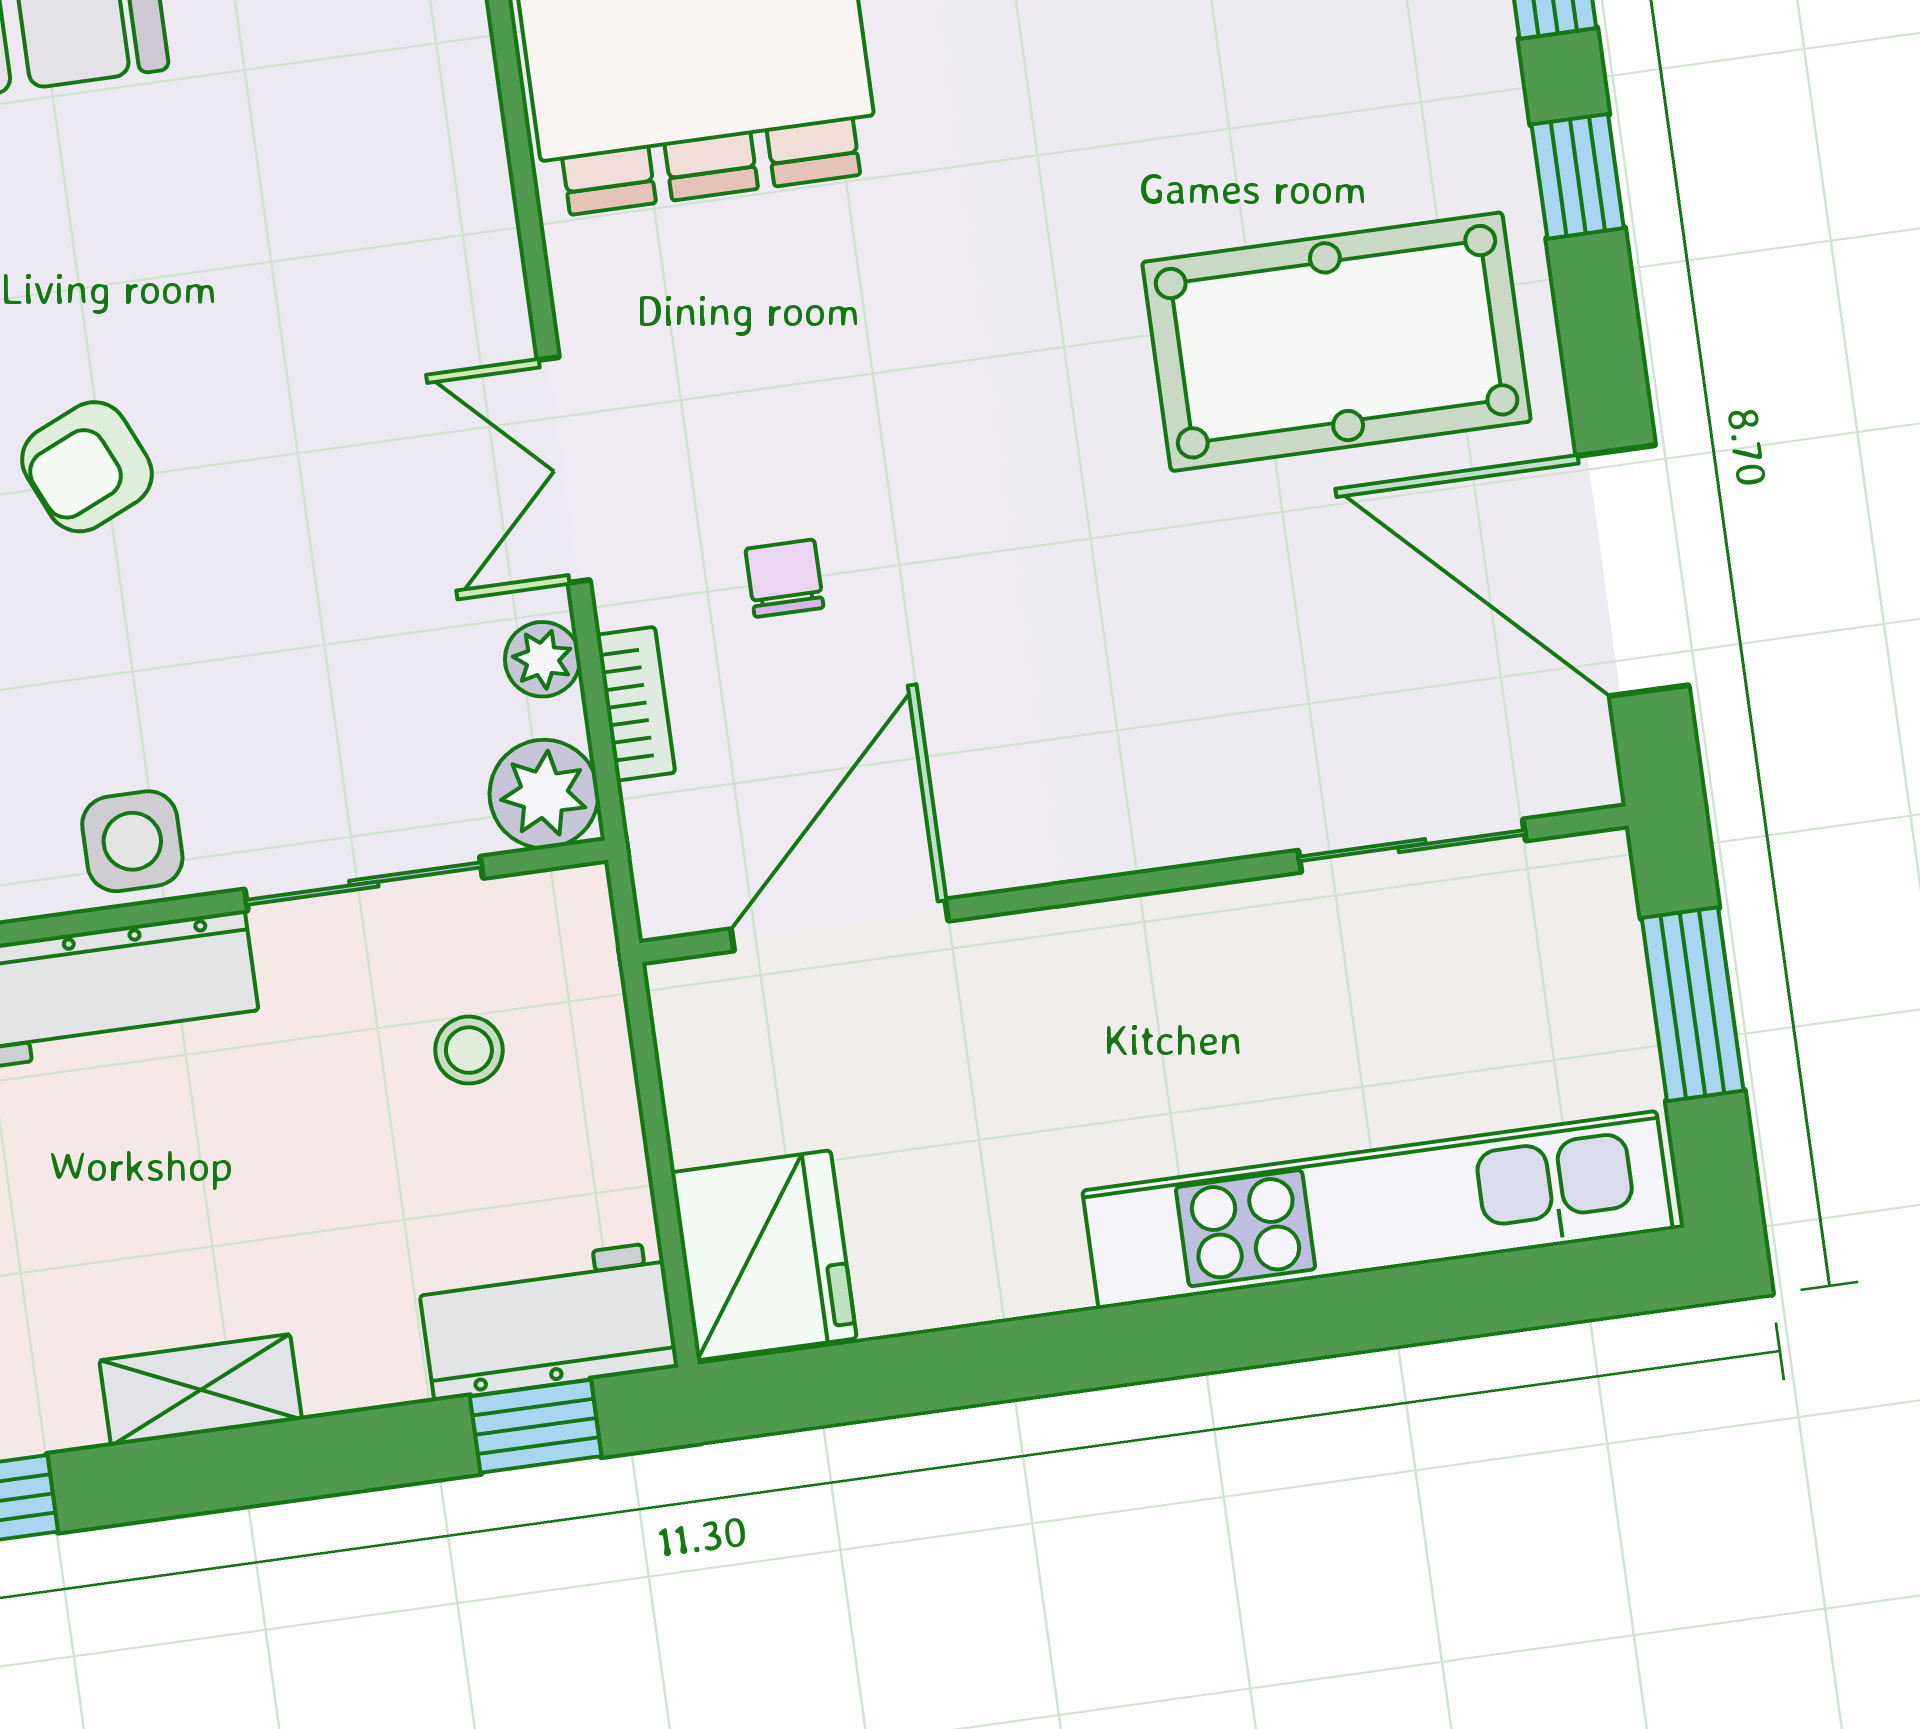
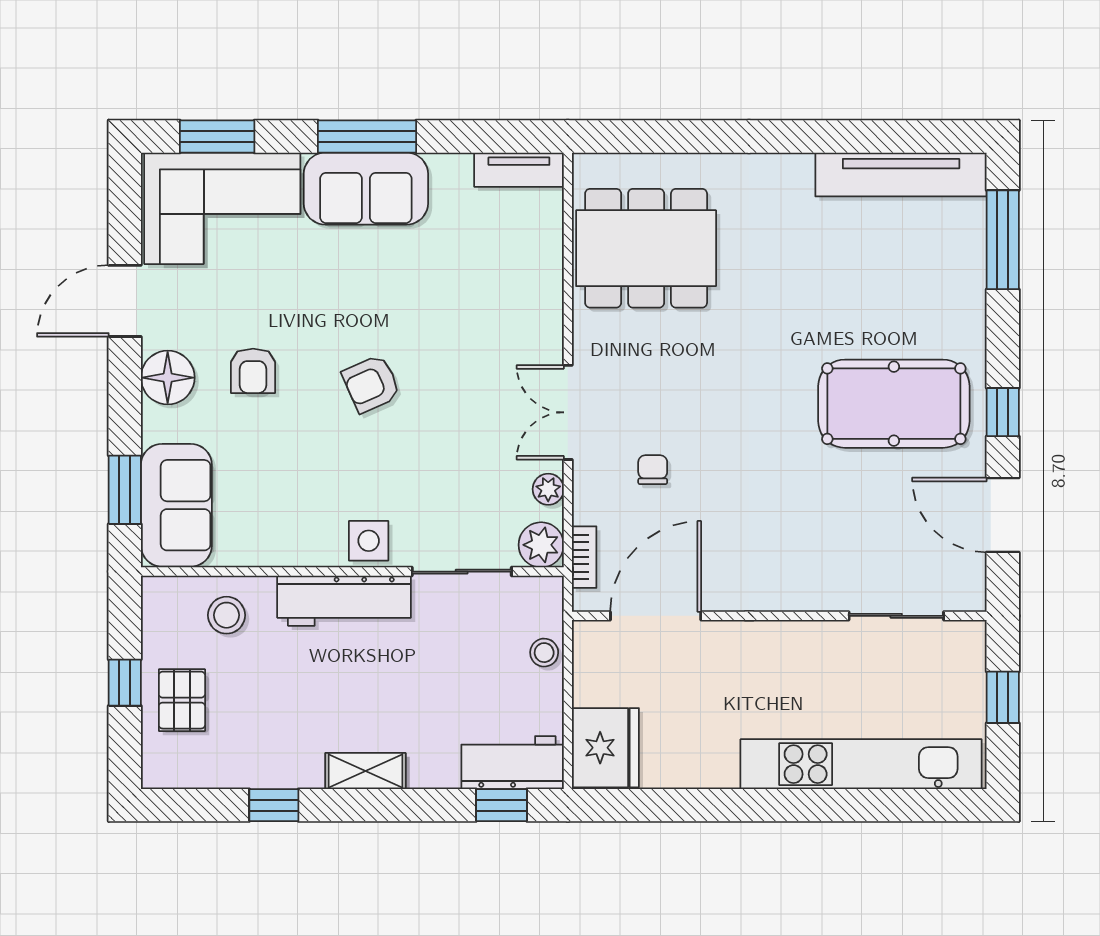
window: (1578, 176) -> (1003, 412), moved
door: (1632, 571) -> (1003, 515), width x0.73
bookcase: (636, 704) -> (584, 557), moved
window: (1693, 1004) -> (1003, 697), width x0.67
stool: (469, 1050) -> (544, 653), moved

